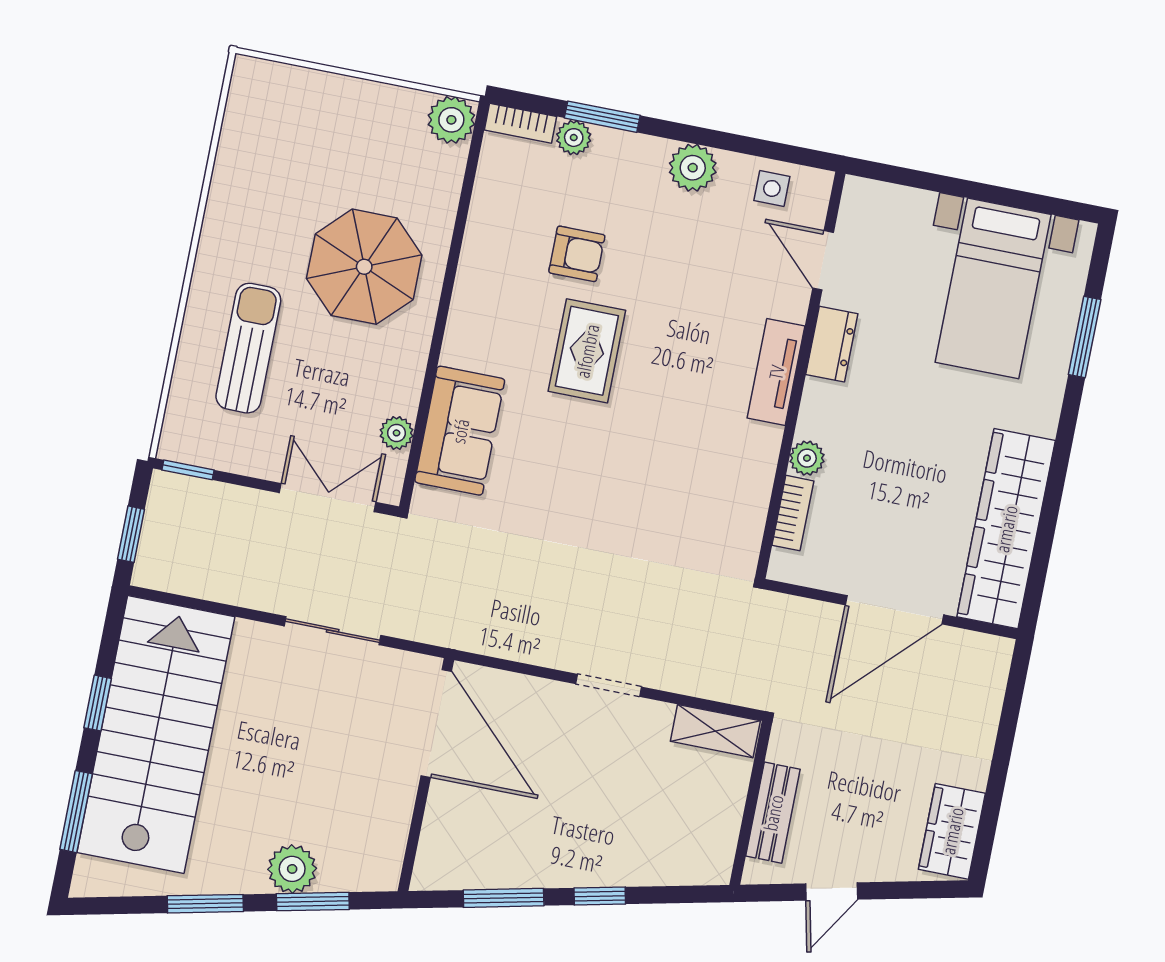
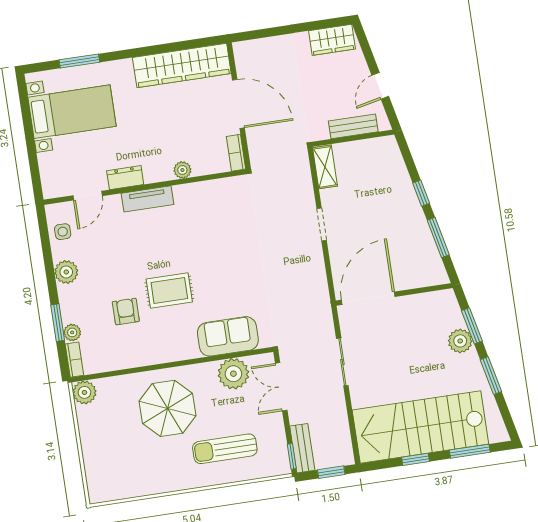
plant: (397, 433) -> (233, 374), width x1.88, depth x1.88
bench: (196, 496) -> (302, 448), added
bookcase: (793, 513) -> (236, 153), moved, turned -90
door: (832, 892) -> (380, 86), swing flipped

